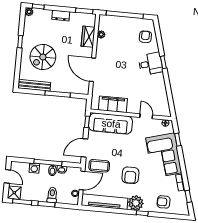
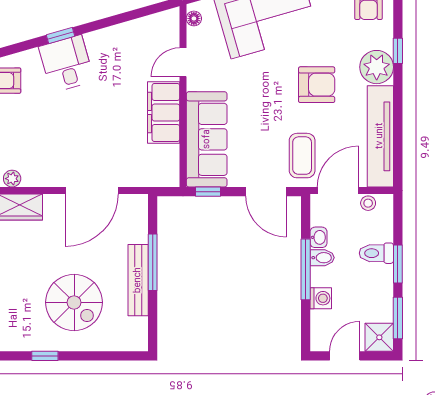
bench: (34, 85) -> (138, 280), moved
filing cabinet: (113, 104) -> (164, 113), moved
door: (82, 180) -> (338, 190), hinge flipped

